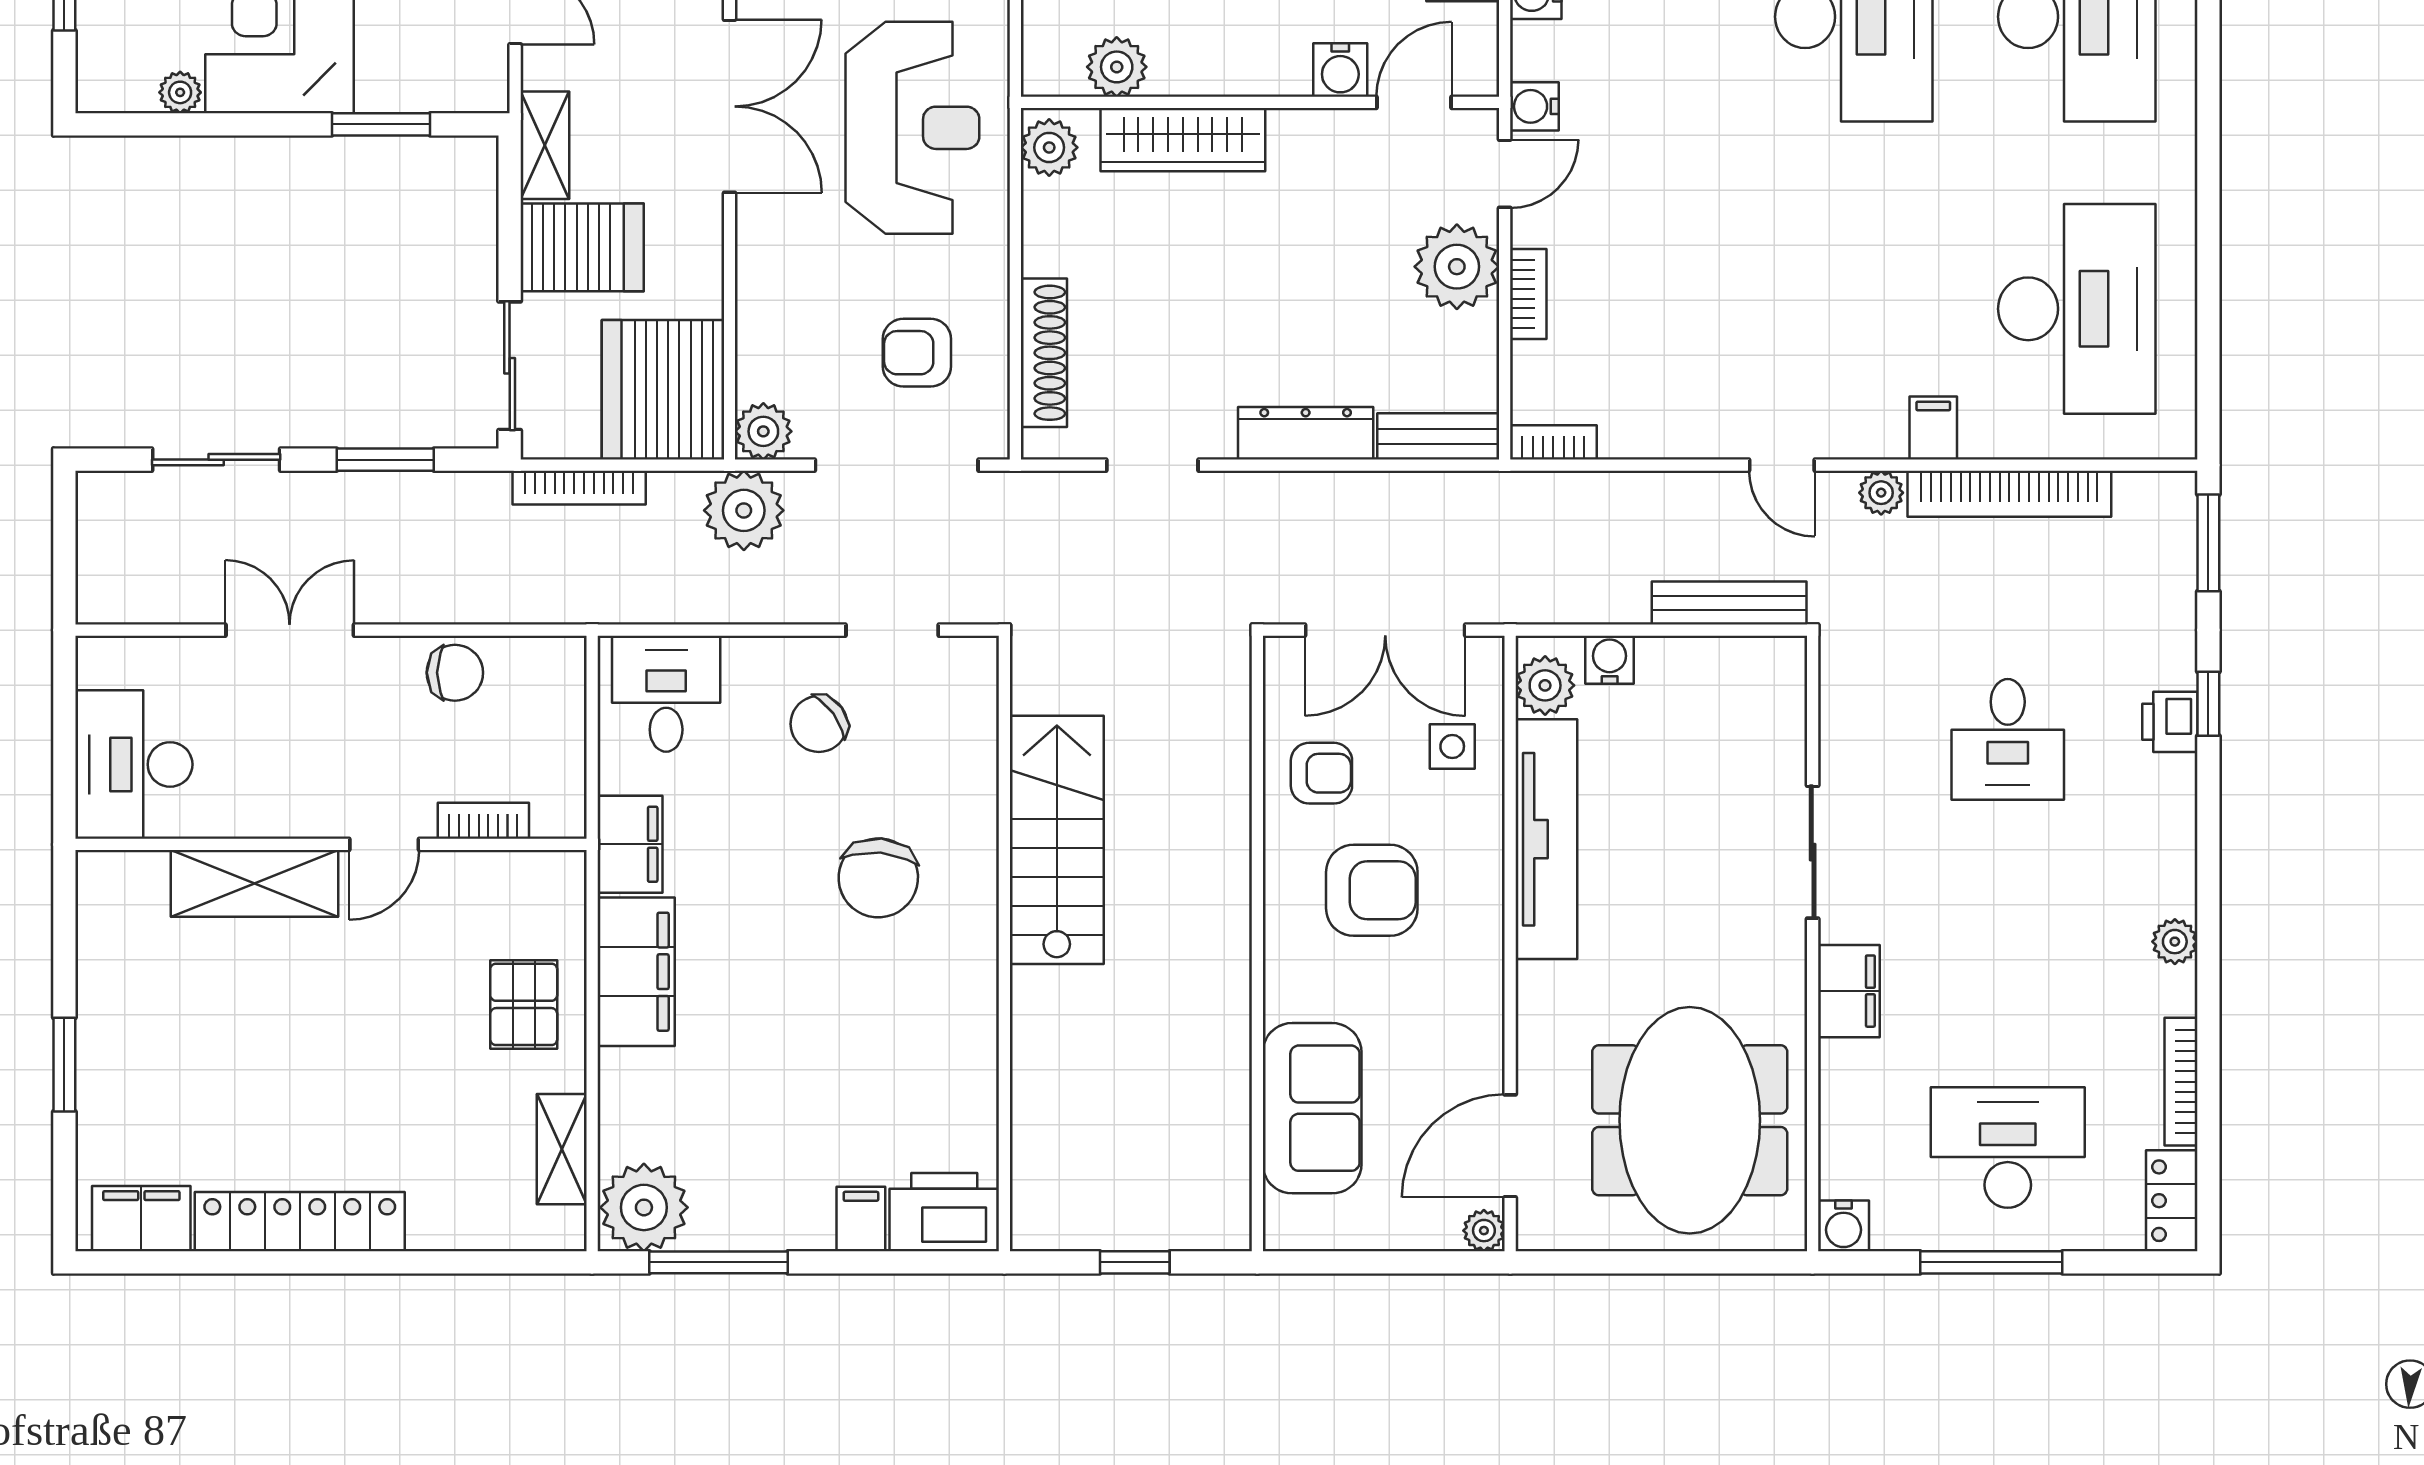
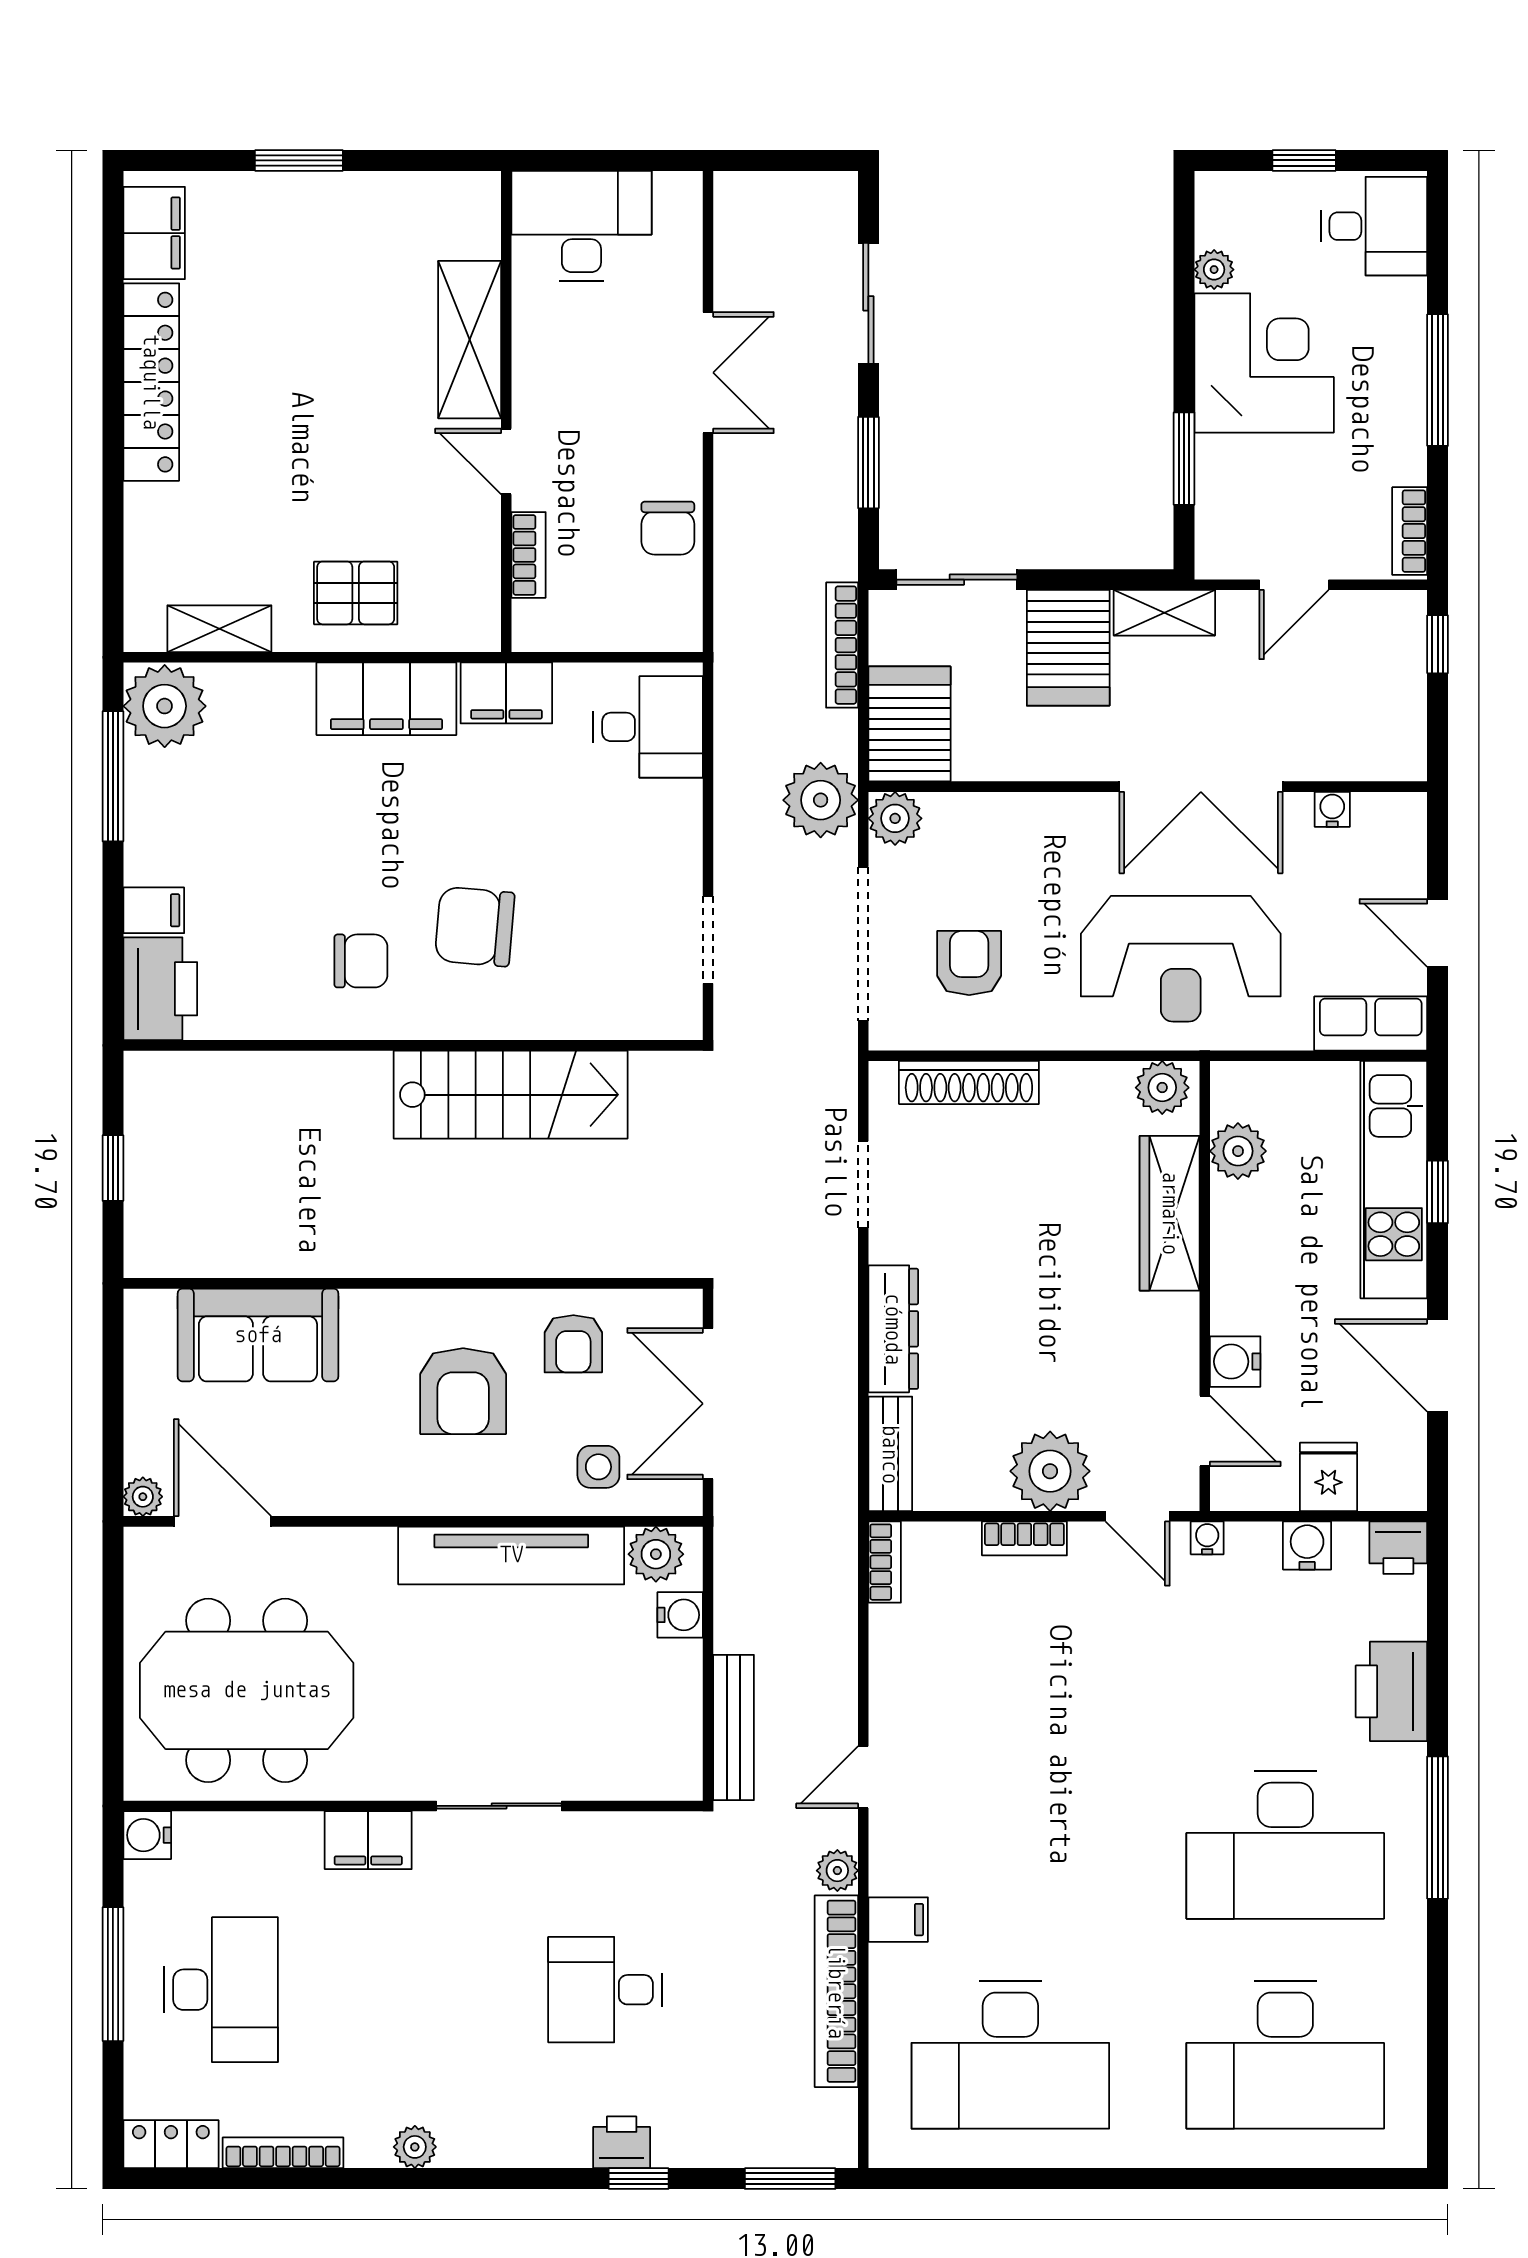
water cooler: (1534, 106) -> (1207, 1538), width x0.72, depth x0.72
server rack: (663, 390) -> (909, 724), width x0.62
chair: (819, 724) -> (361, 961), moved, turned 126

